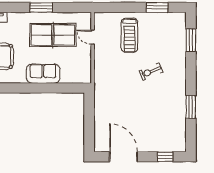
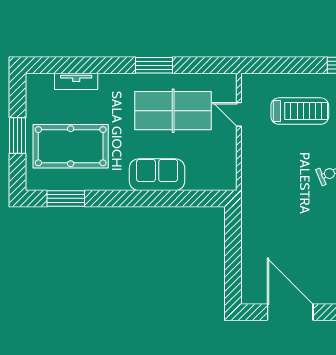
treadmill: (129, 35) -> (300, 111), turned -90

